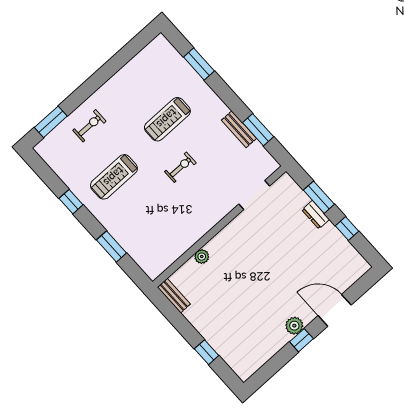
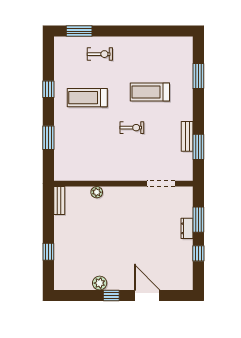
plant: (294, 326) -> (100, 283), moved

